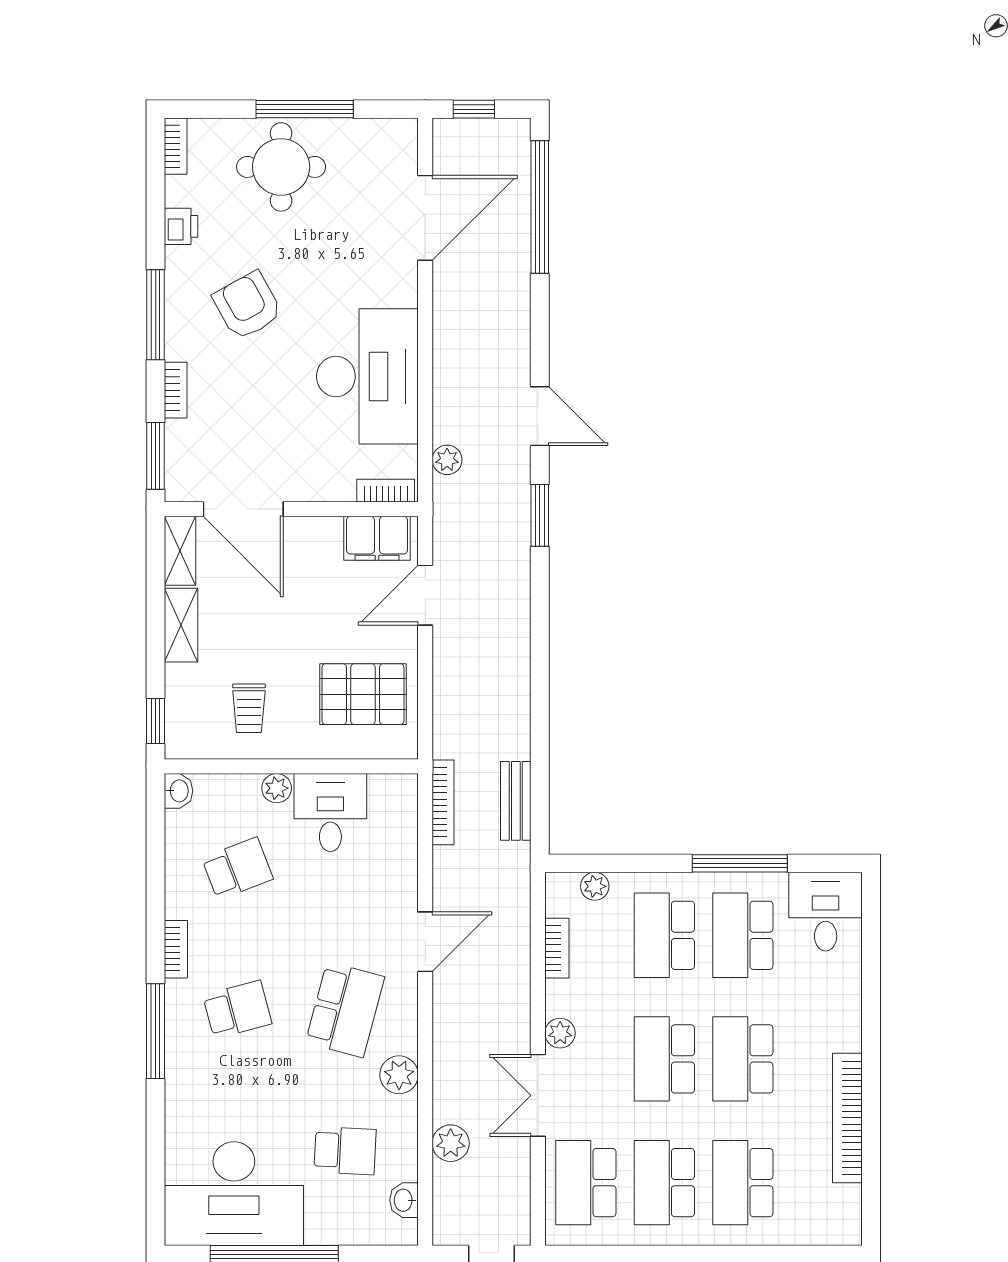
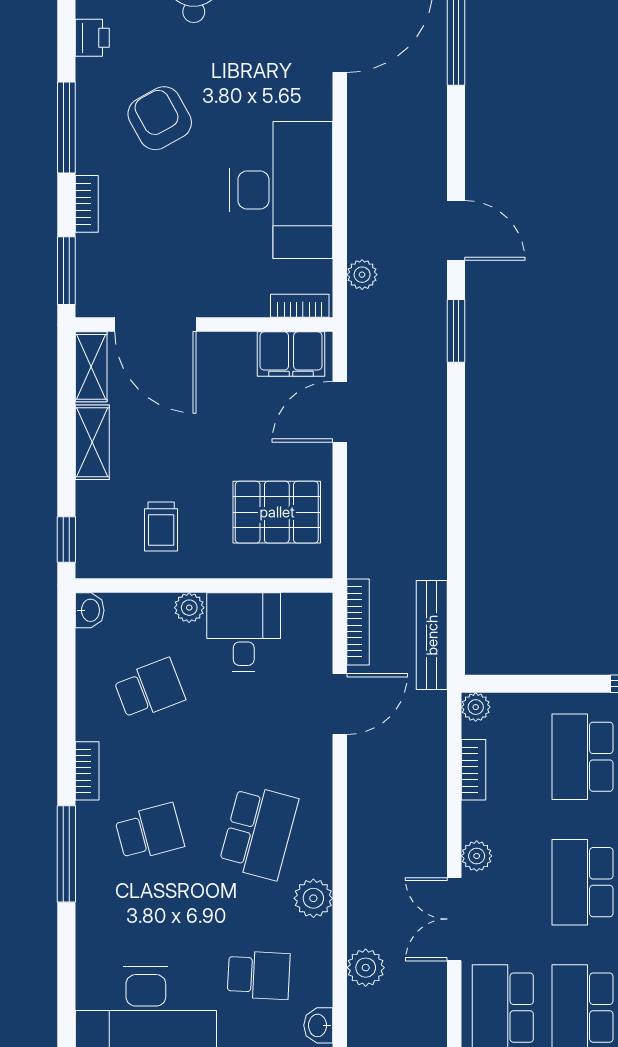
bench: (516, 801) -> (432, 635), width x1.36
plant: (595, 886) -> (476, 707), moved
door: (425, 942) -> (340, 704), moved

